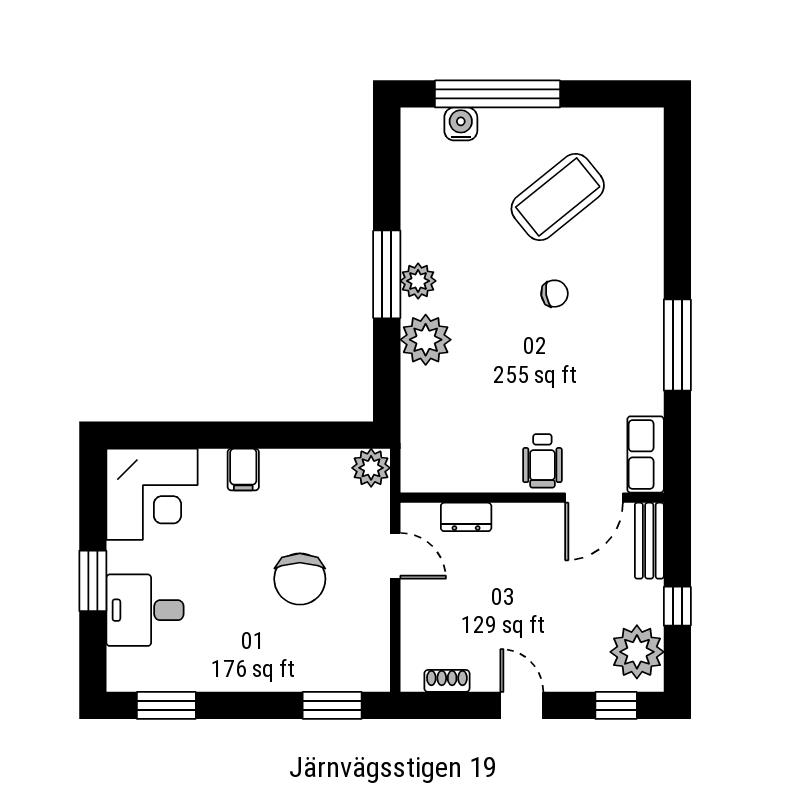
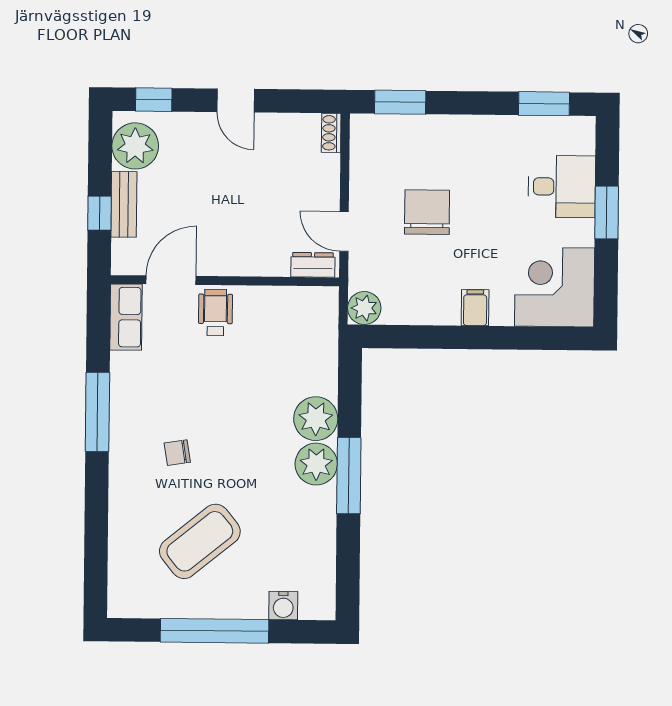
window: (498, 94) -> (214, 631), moved
plant: (418, 281) -> (316, 464), width x1.36, depth x1.36
chair: (555, 294) -> (177, 453), moved
dresser: (466, 517) -> (313, 265), moved
bench: (649, 541) -> (124, 204), moved
window: (677, 606) -> (100, 213), moved
shoe rack: (447, 681) -> (331, 133), moved, turned 90

